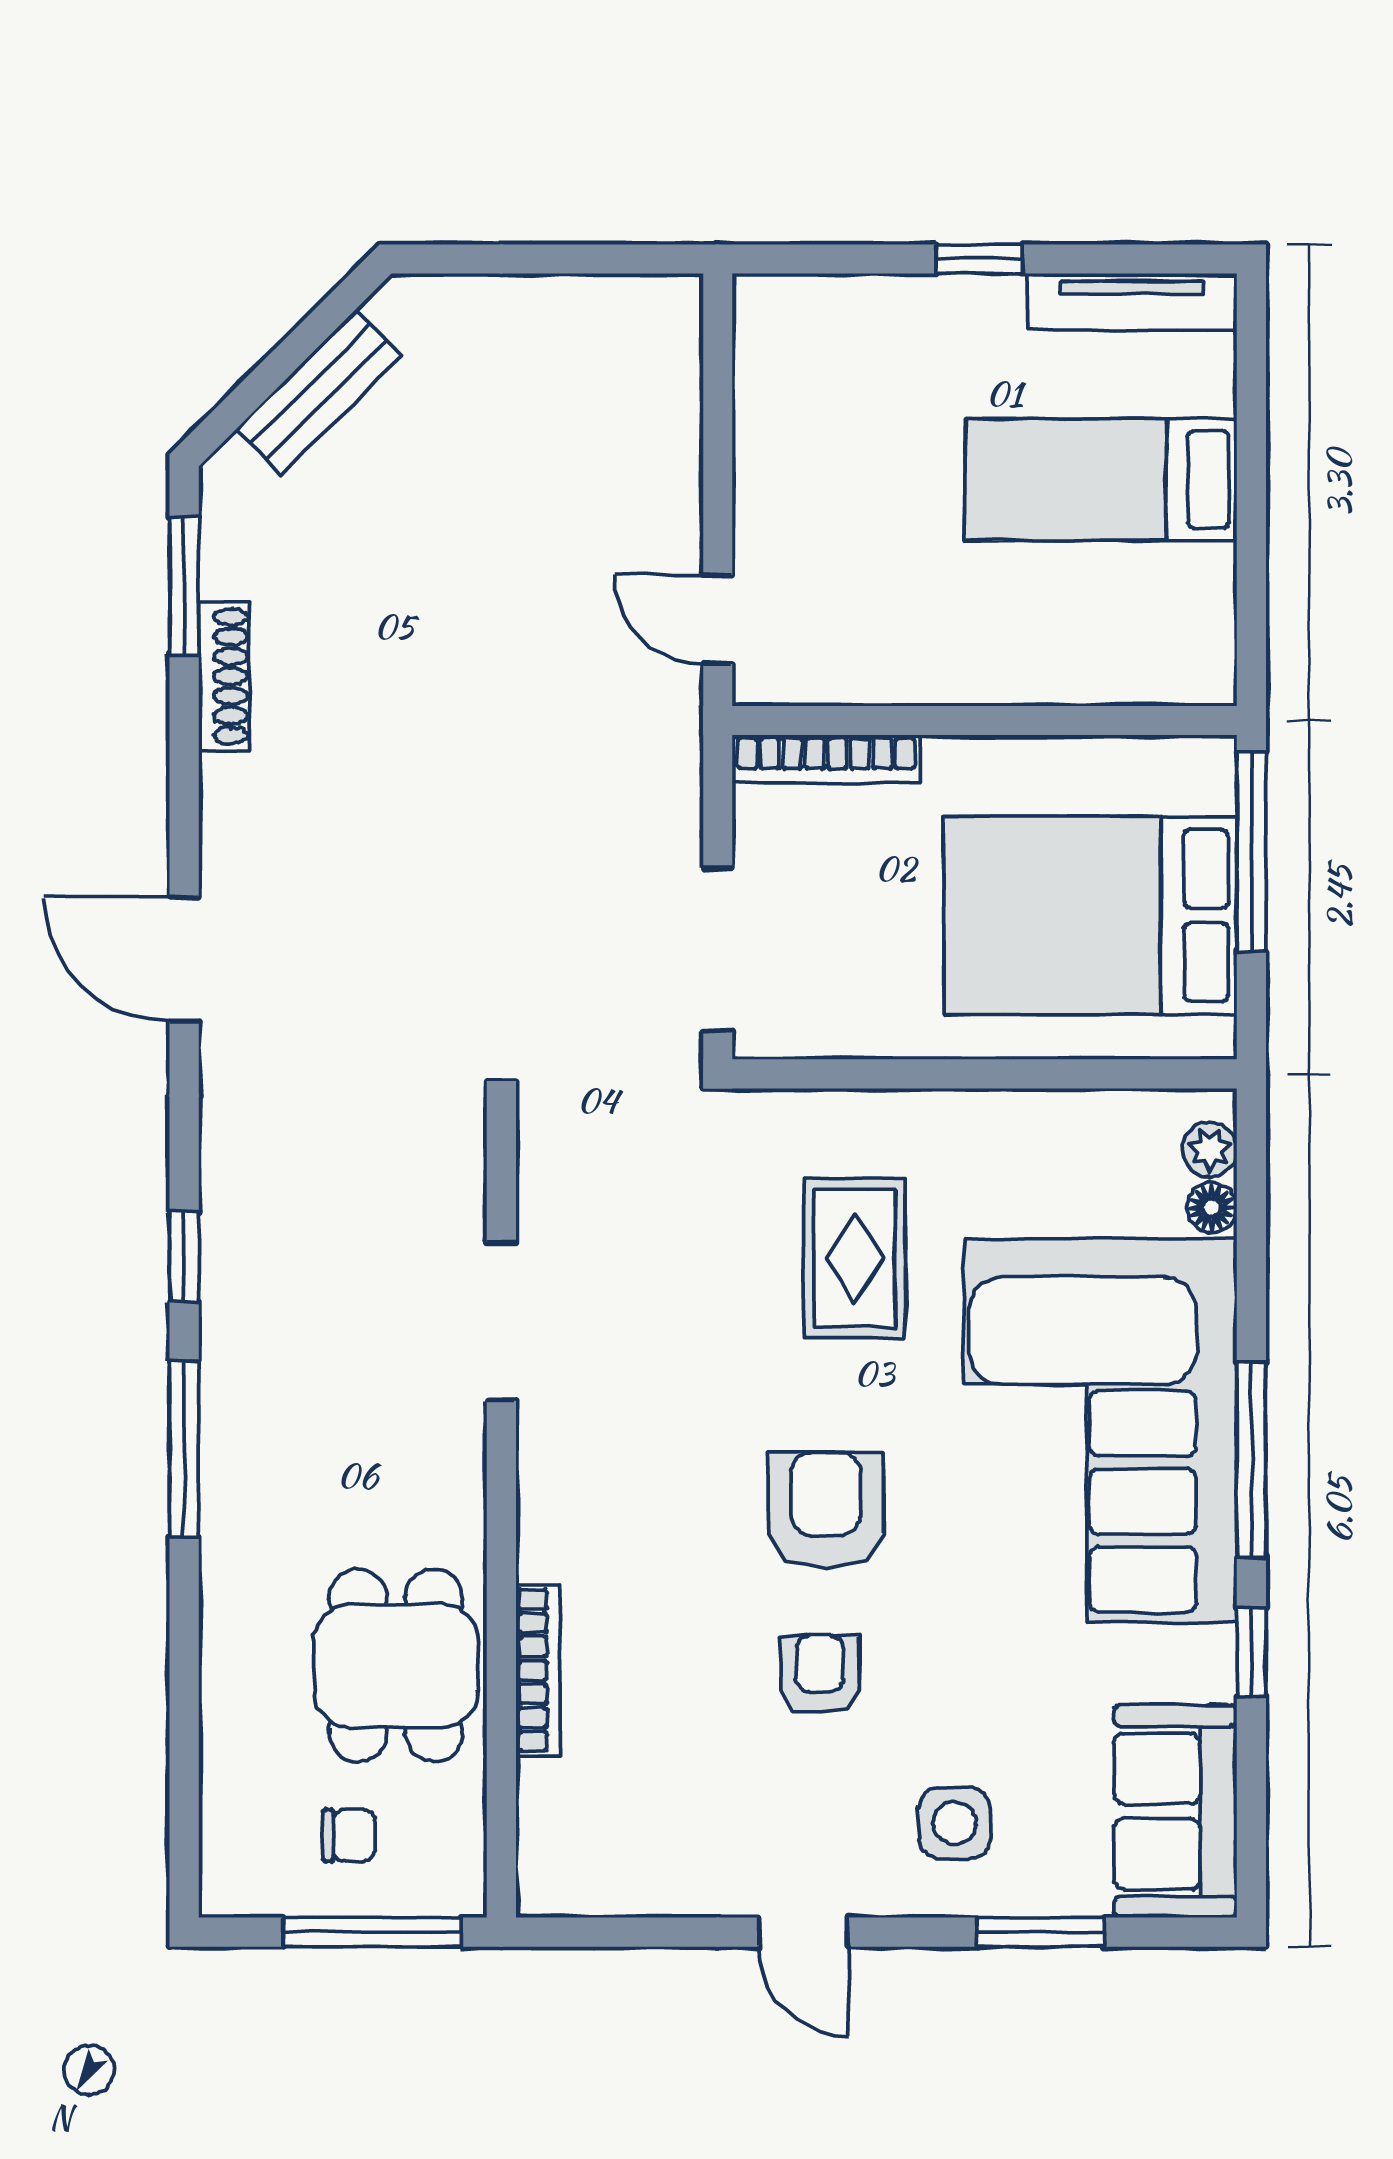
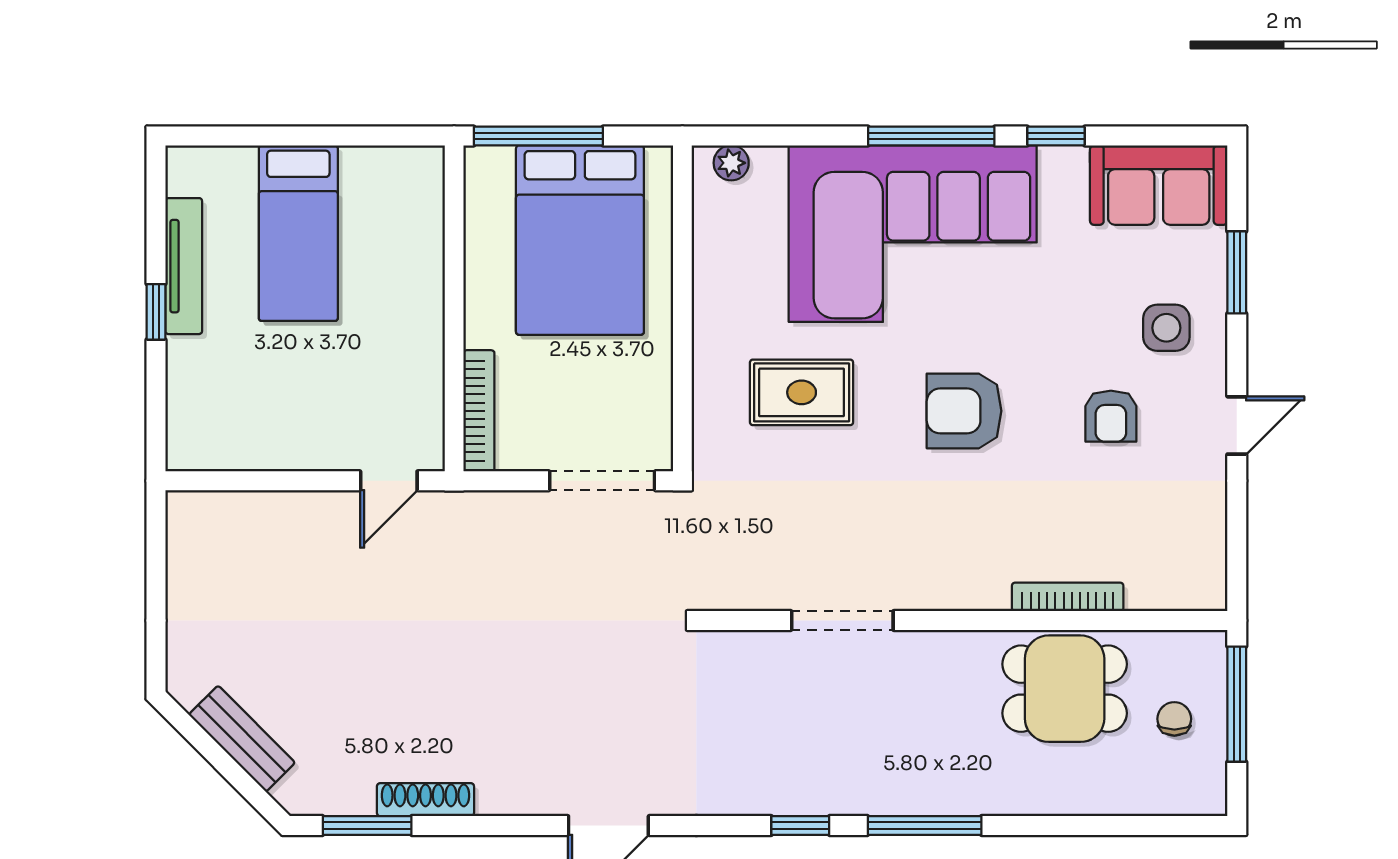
tv unit: (1132, 302) -> (184, 266), moved
floor lamp: (1212, 1208) -> (769, 162), removed
armchair: (820, 1675) -> (1111, 416), moved, turned -90

